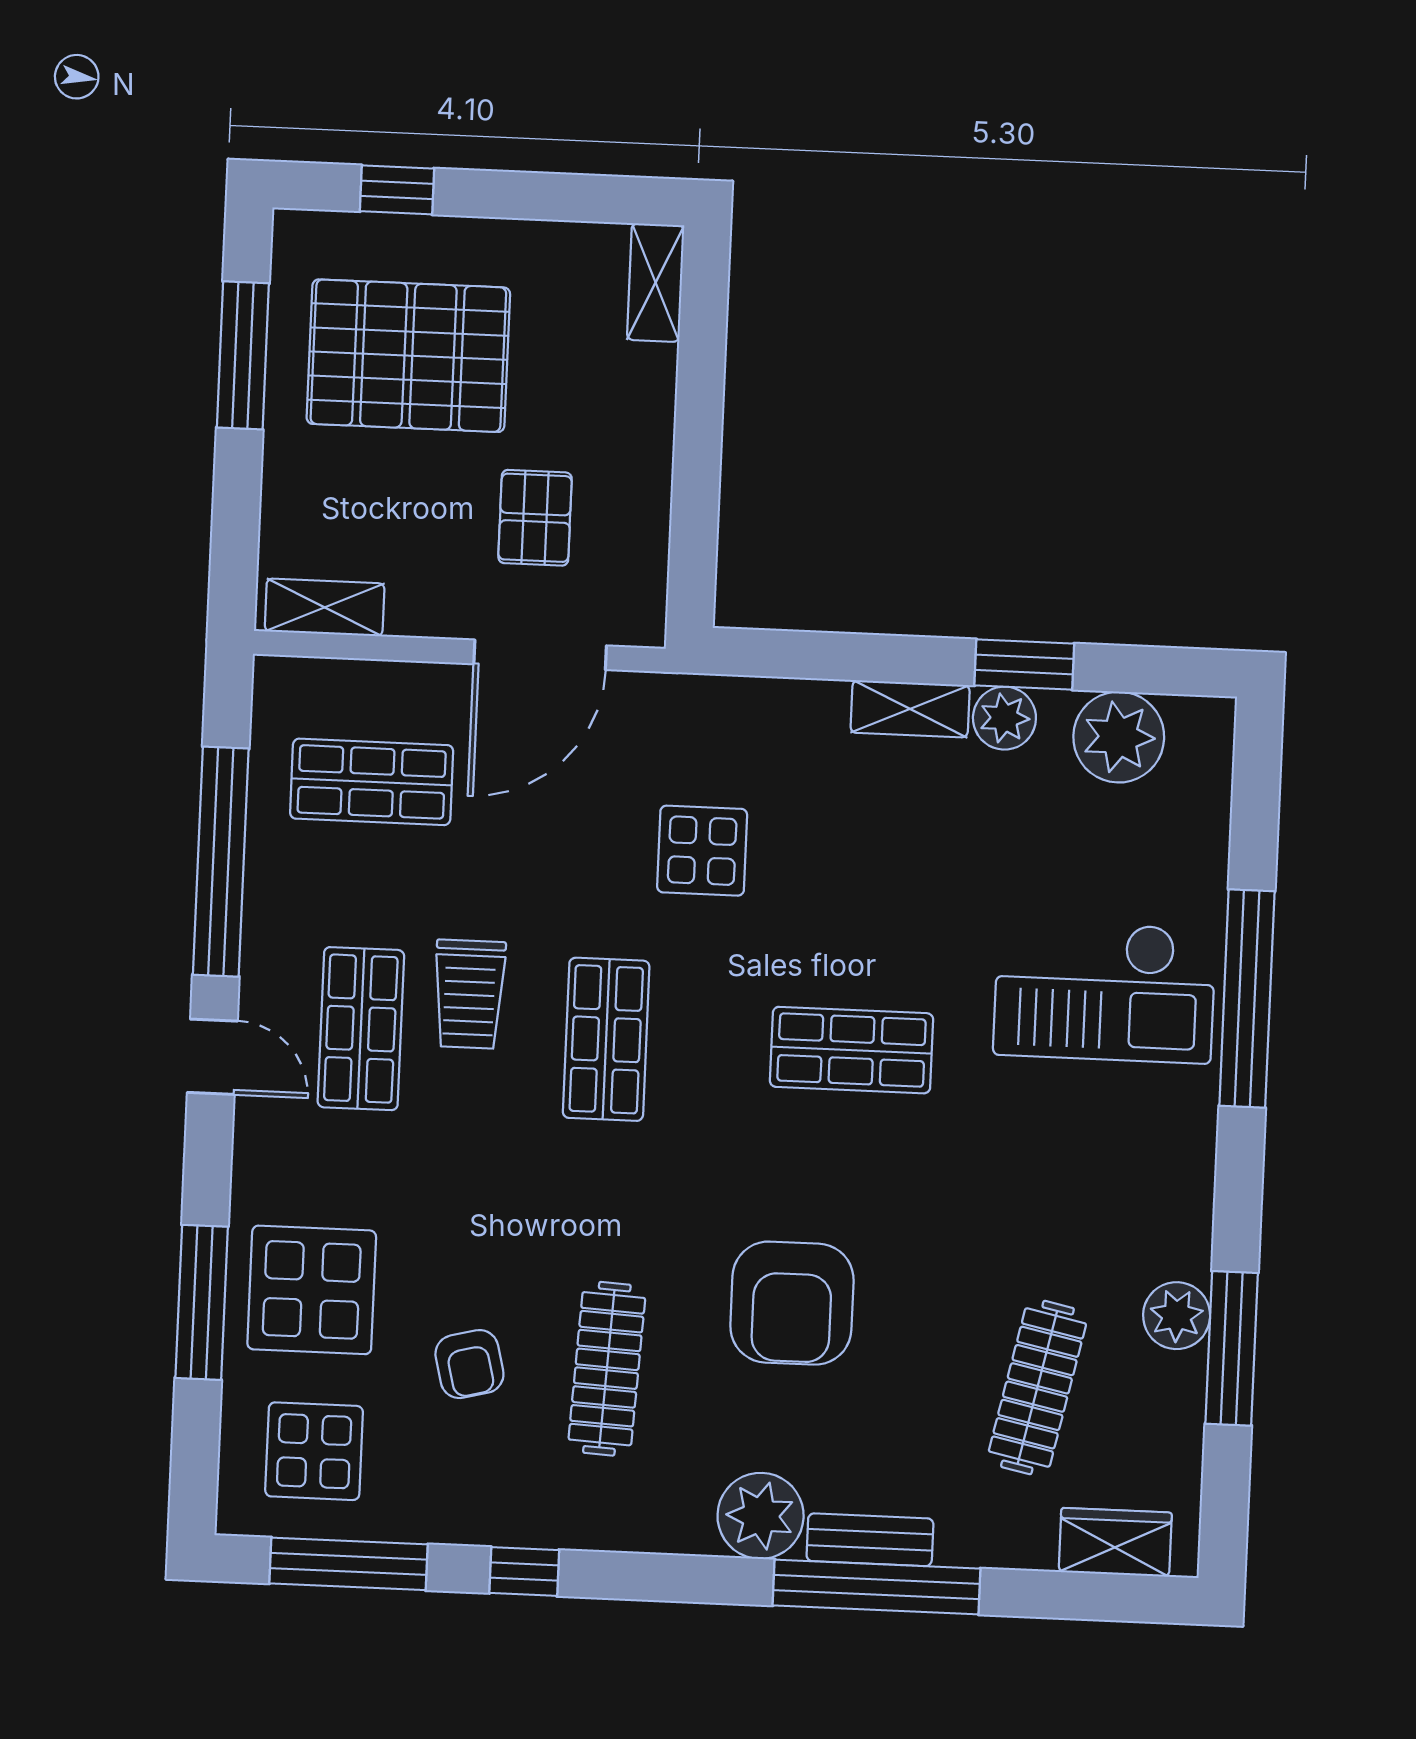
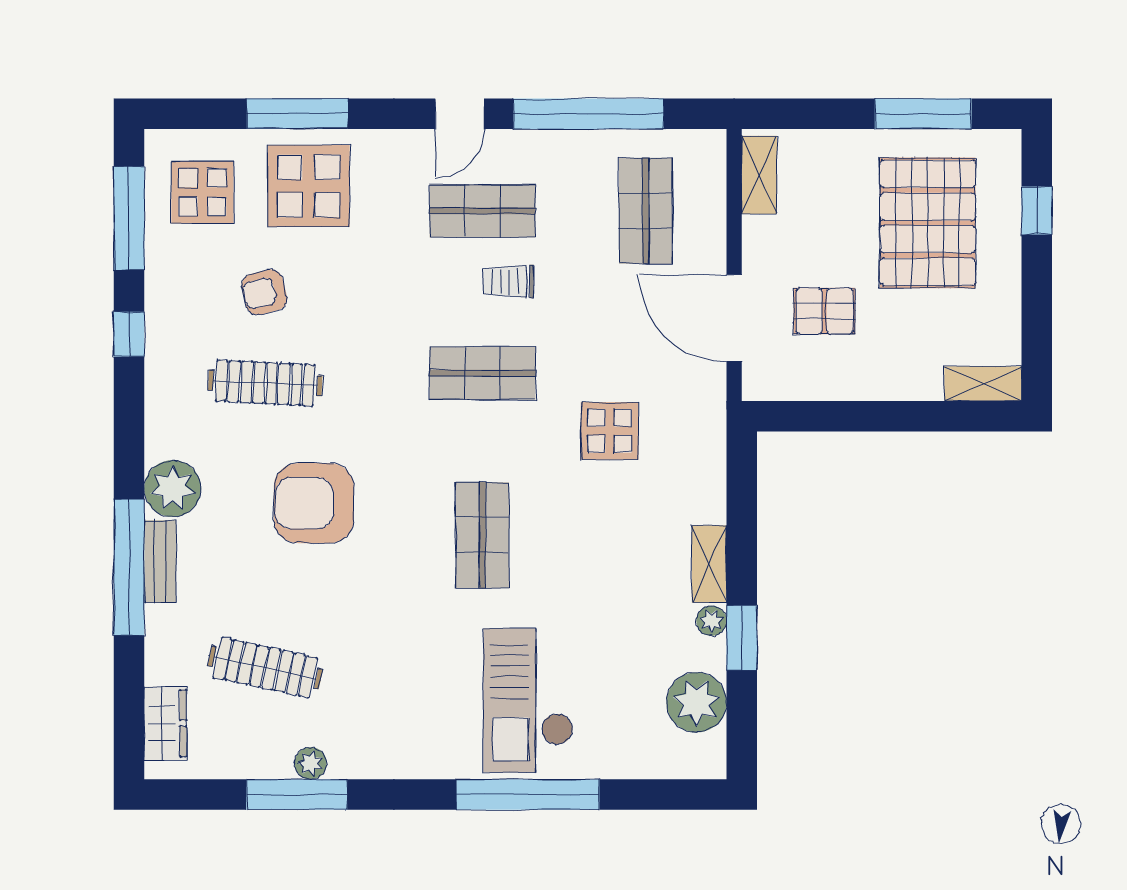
plant: (1004, 718) -> (711, 621), width x0.73, depth x0.73
trolley: (469, 994) -> (508, 281), width x0.73, depth x0.72
plant: (1177, 1316) -> (311, 763), width x0.73, depth x0.73

